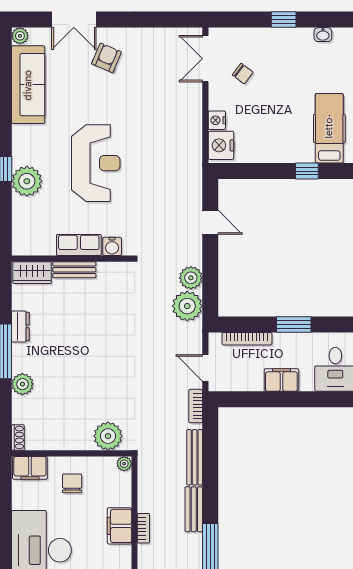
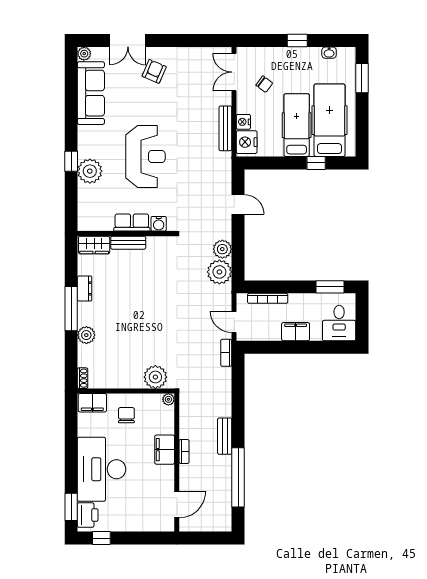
hospital bed: (283, 124) -> (297, 125), added
hospital bed: (329, 128) -> (329, 120), width x1.37, depth x1.29
window: (294, 324) -> (330, 287), moved
bench: (195, 457) -> (225, 128), moved

